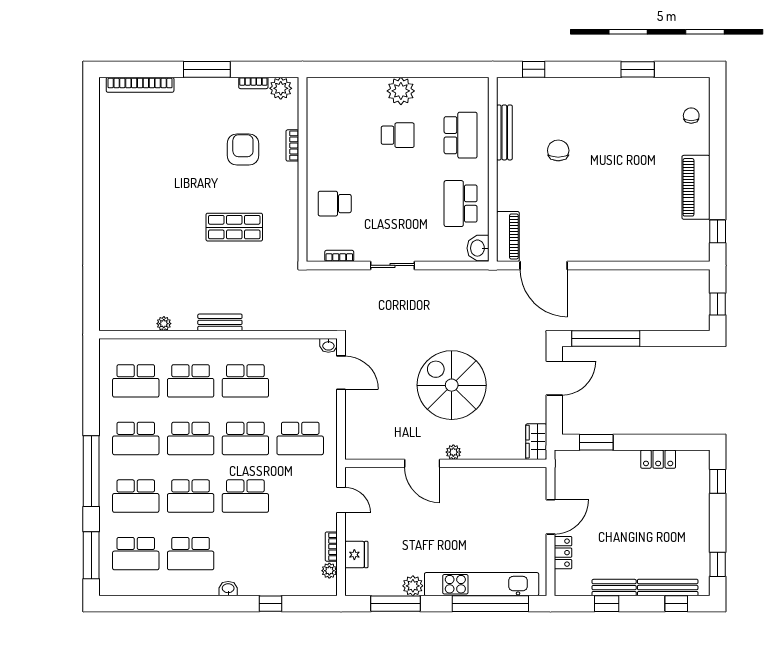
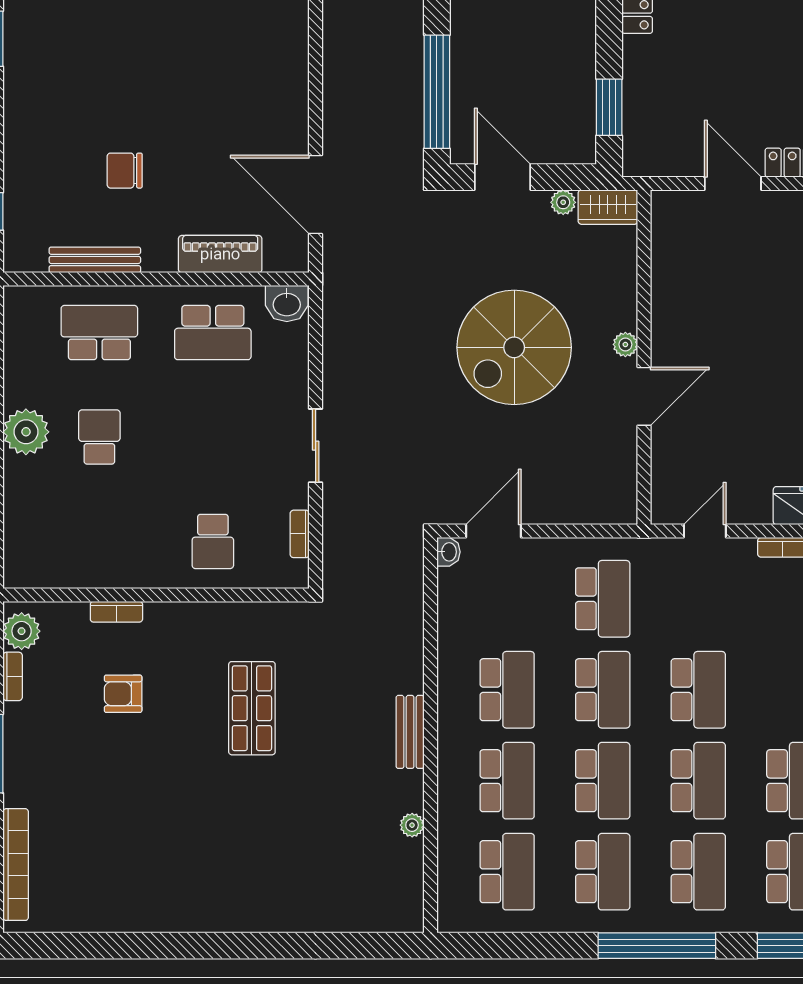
armchair: (243, 150) -> (123, 694), width x0.72, depth x0.72
piano: (508, 236) -> (220, 254), moved
door: (544, 265) -> (316, 195), swing flipped
plant: (539, 415) -> (563, 202), added

